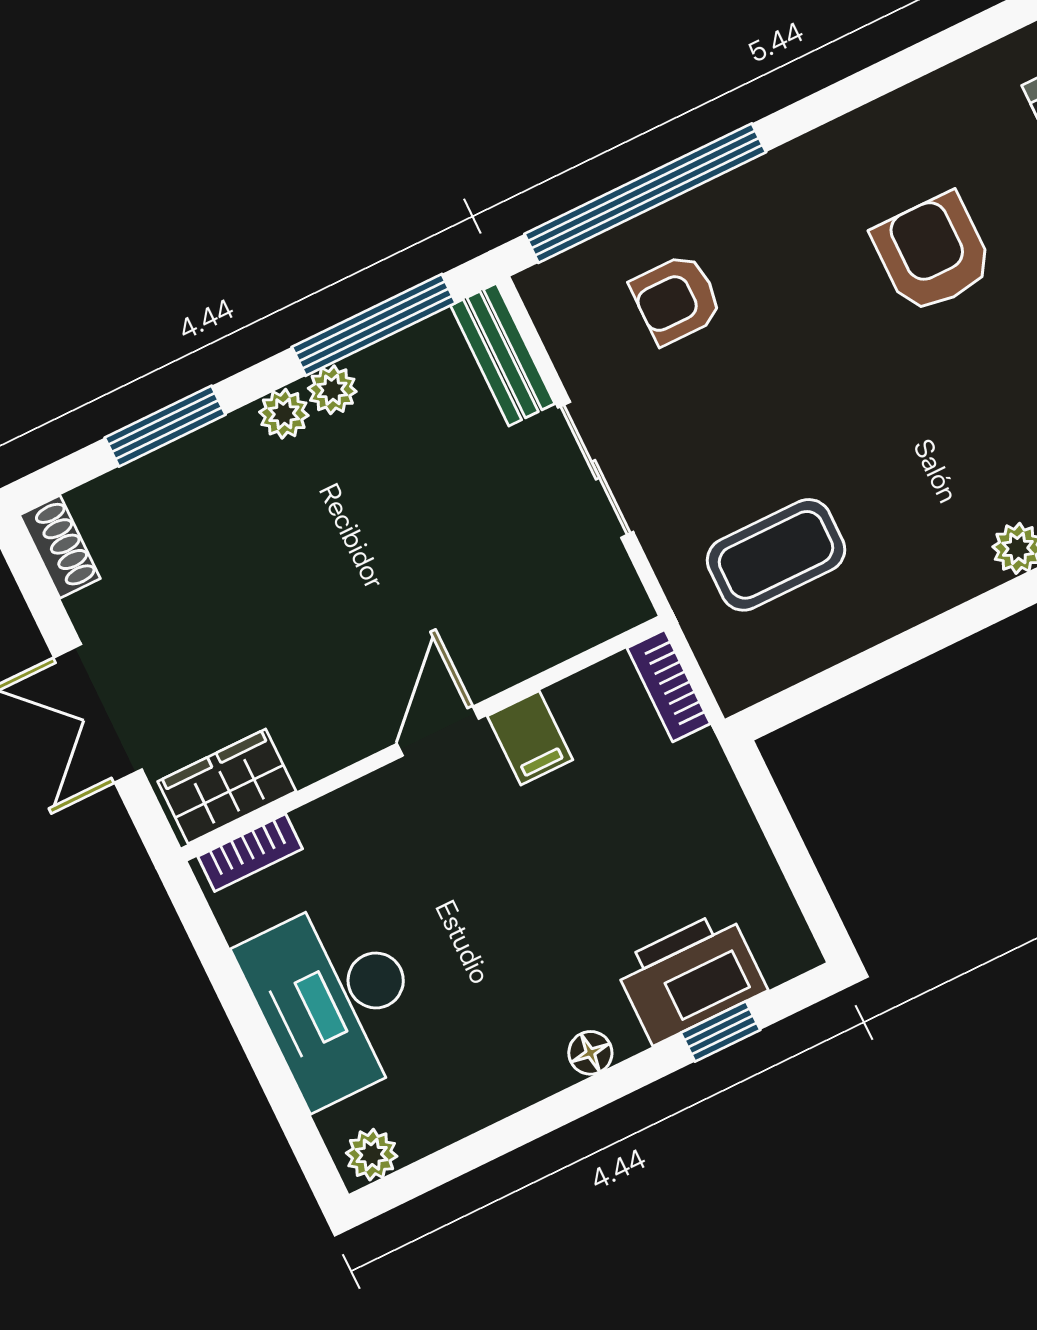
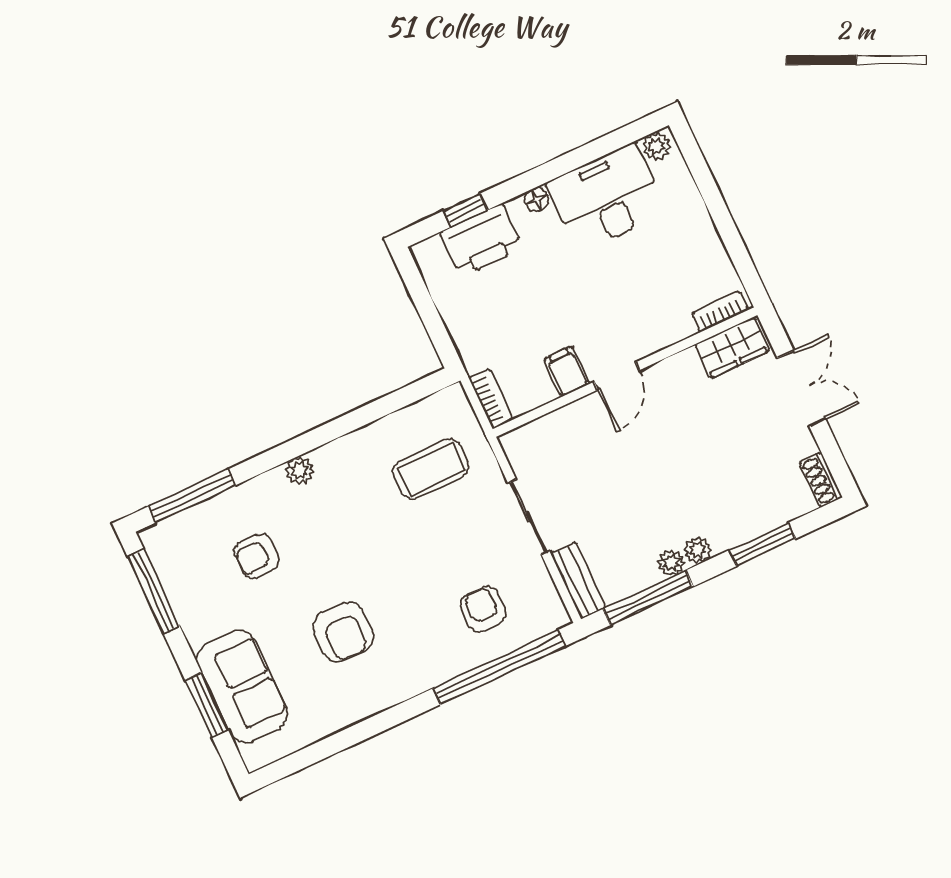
armchair: (676, 299) -> (483, 609), turned -90
desk: (335, 1000) -> (607, 197), moved, turned -90

